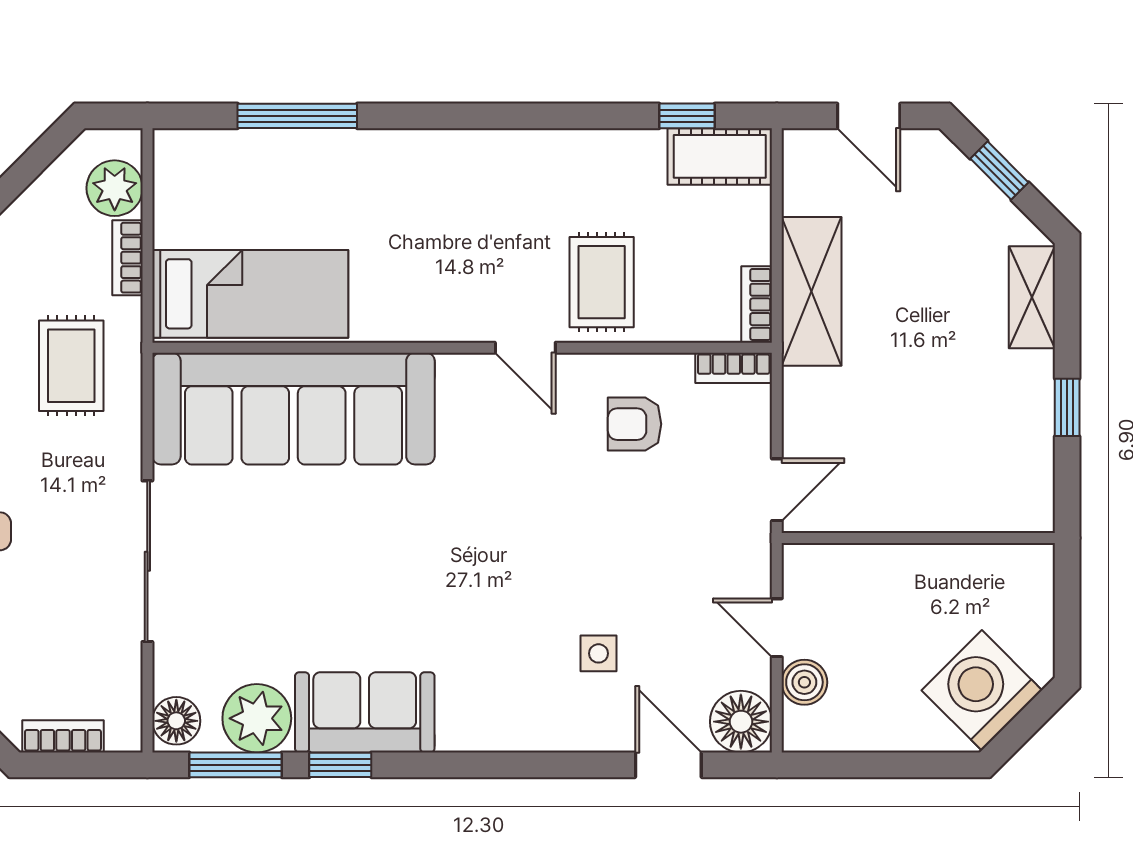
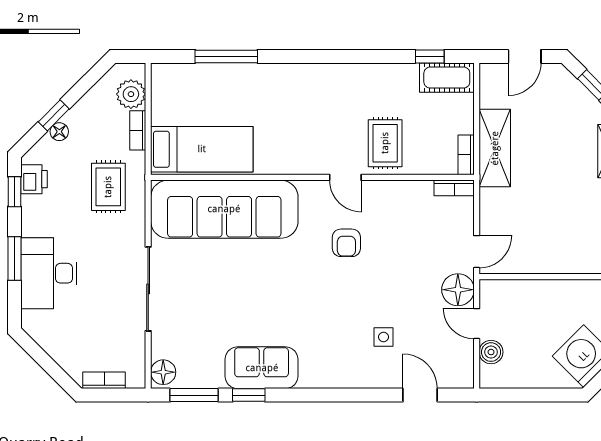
door: (869, 116) -> (525, 56), hinge flipped
armchair: (635, 424) -> (346, 243), moved, turned -90
plant: (257, 718) -> (205, 371), removed
floor lamp: (741, 722) -> (458, 290), moved

